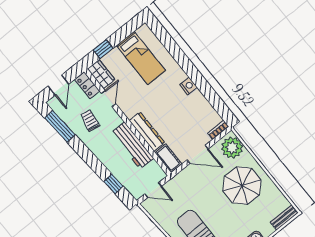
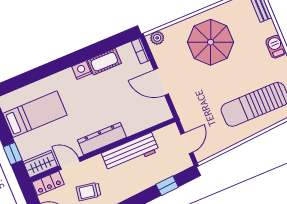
dresser: (147, 132) -> (102, 139), moved
plant: (232, 148) -> (157, 38), width x0.53, depth x0.53
door: (198, 154) -> (161, 82), swing flipped
cot: (168, 158) -> (104, 62), moved

